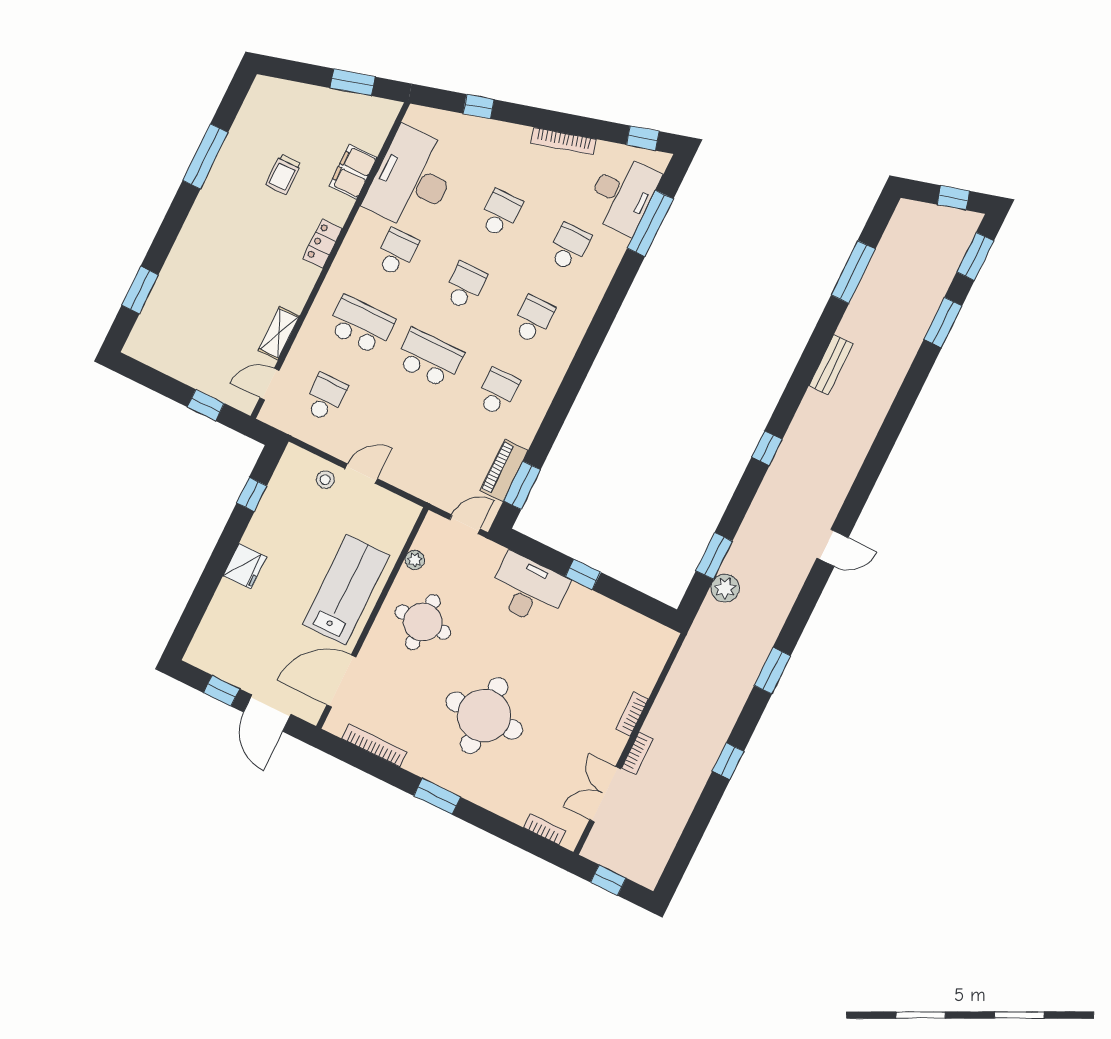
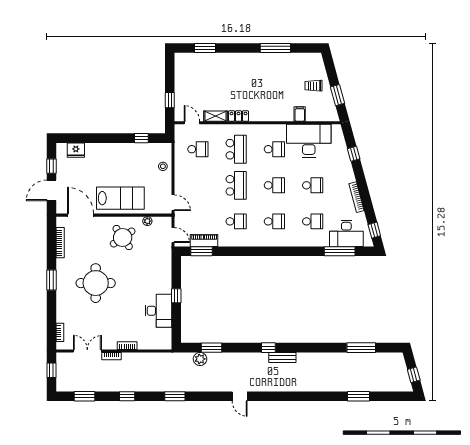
filing cabinet: (353, 172) -> (300, 114), width x0.50
trolley: (283, 174) -> (314, 86), moved
locker: (323, 243) -> (238, 116), moved
window: (975, 256) -> (85, 396), moved
bench: (831, 365) -> (282, 357), moved
door: (361, 474) -> (173, 203), moved
fridge: (245, 566) -> (76, 150), moved
desk: (528, 590) -> (158, 311), moved
round table: (423, 622) -> (123, 238), turned -35

